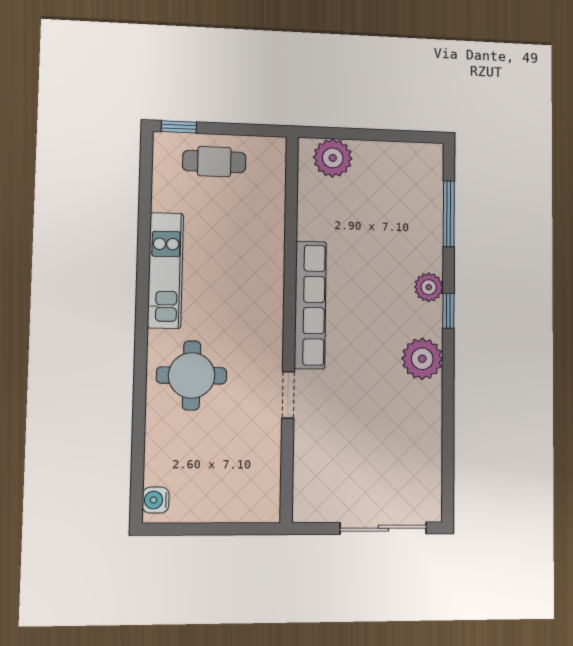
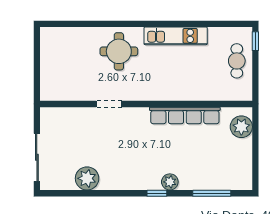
row of seats: (310, 305) -> (185, 115), moved
plant: (422, 359) -> (87, 178), moved
water cooler: (156, 500) -> (52, 34), removed

